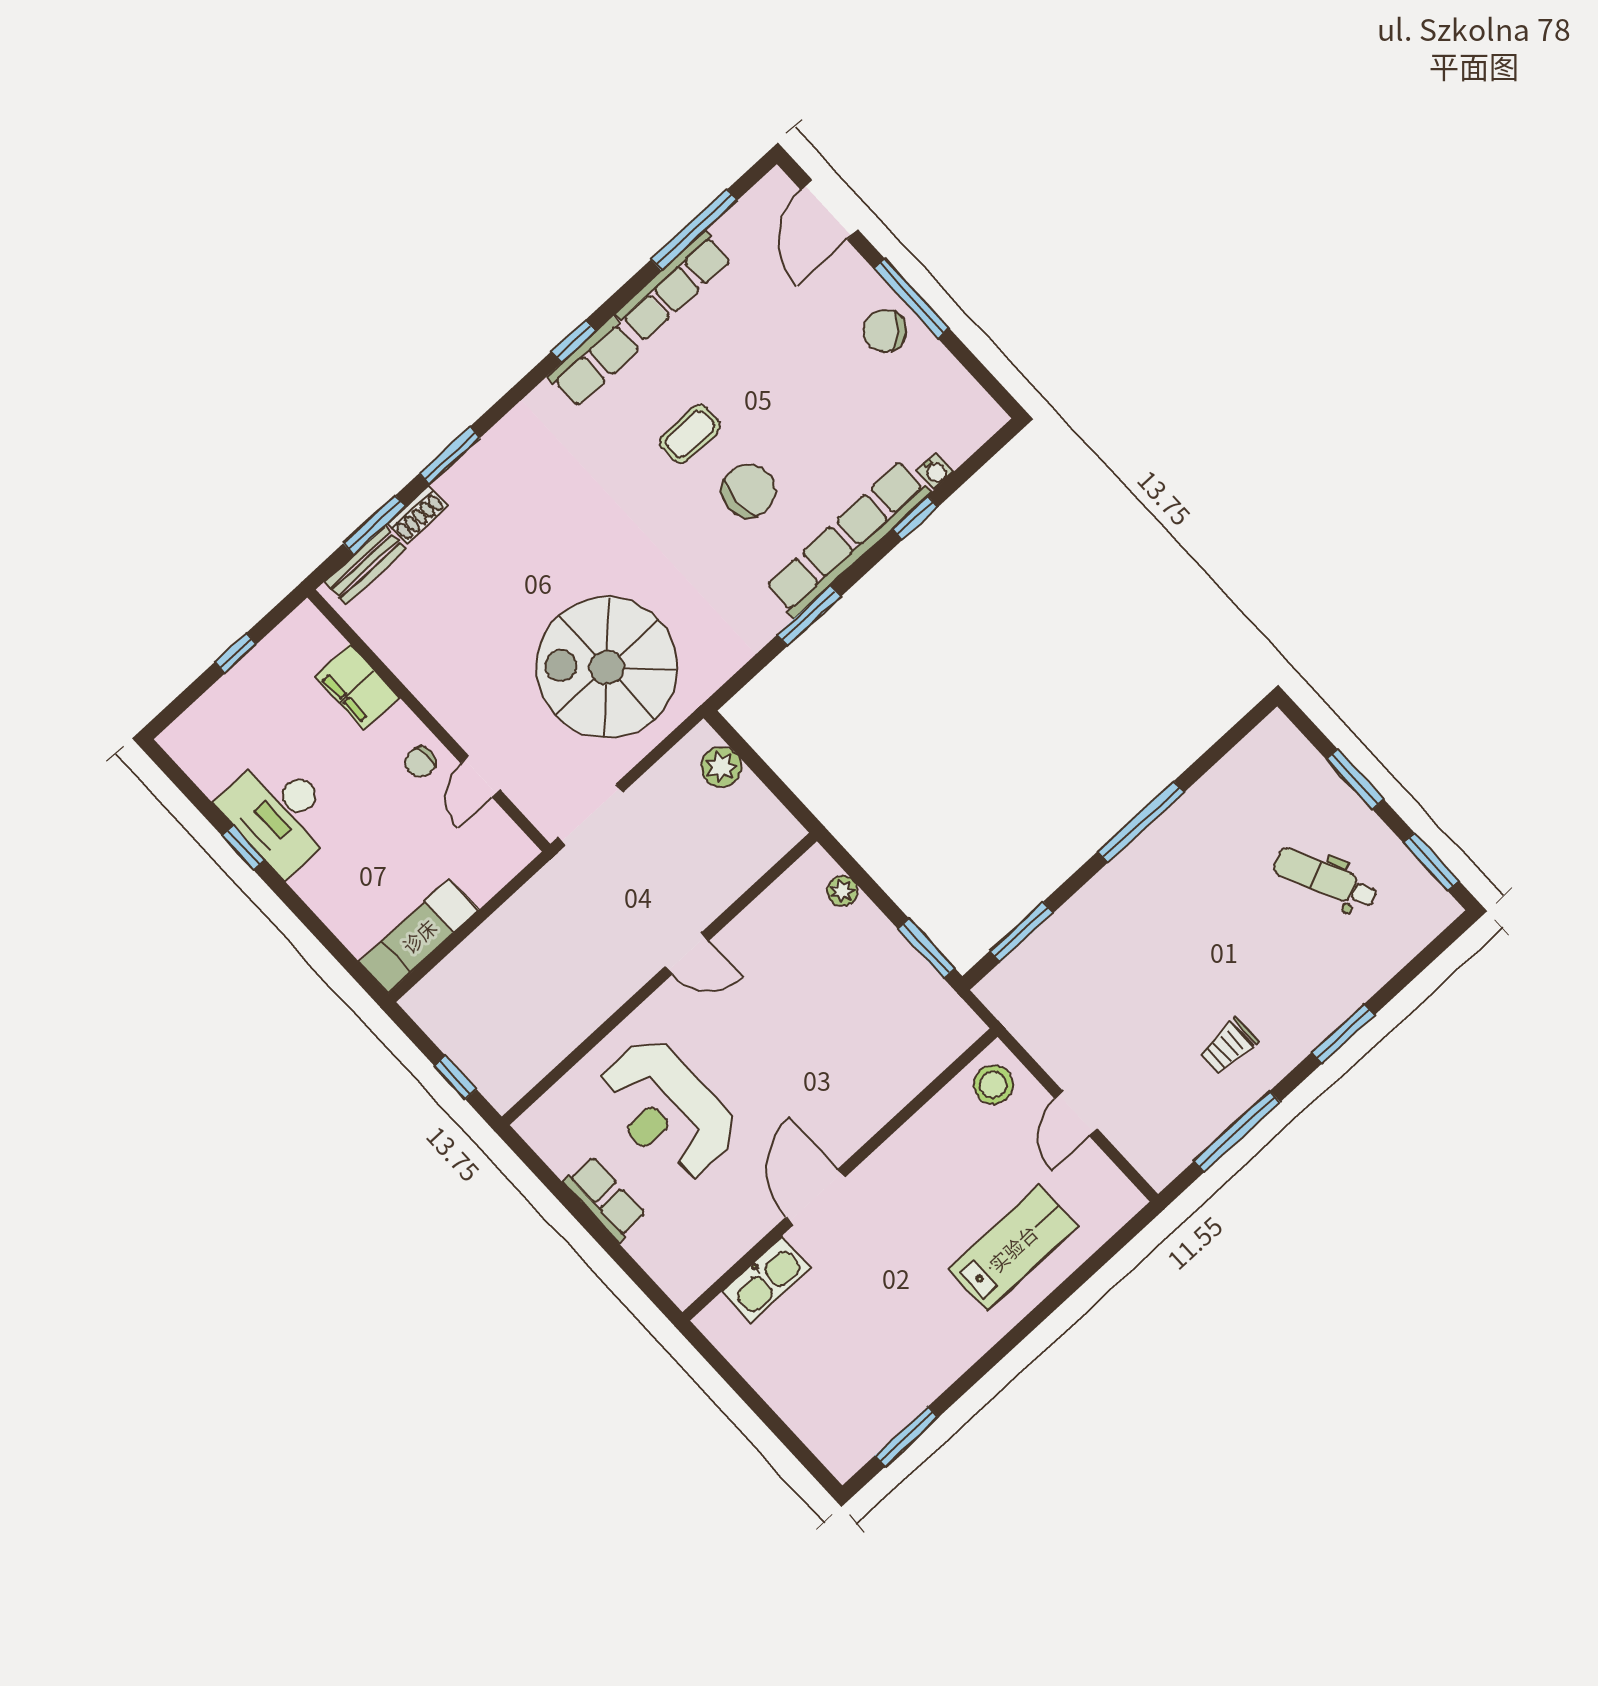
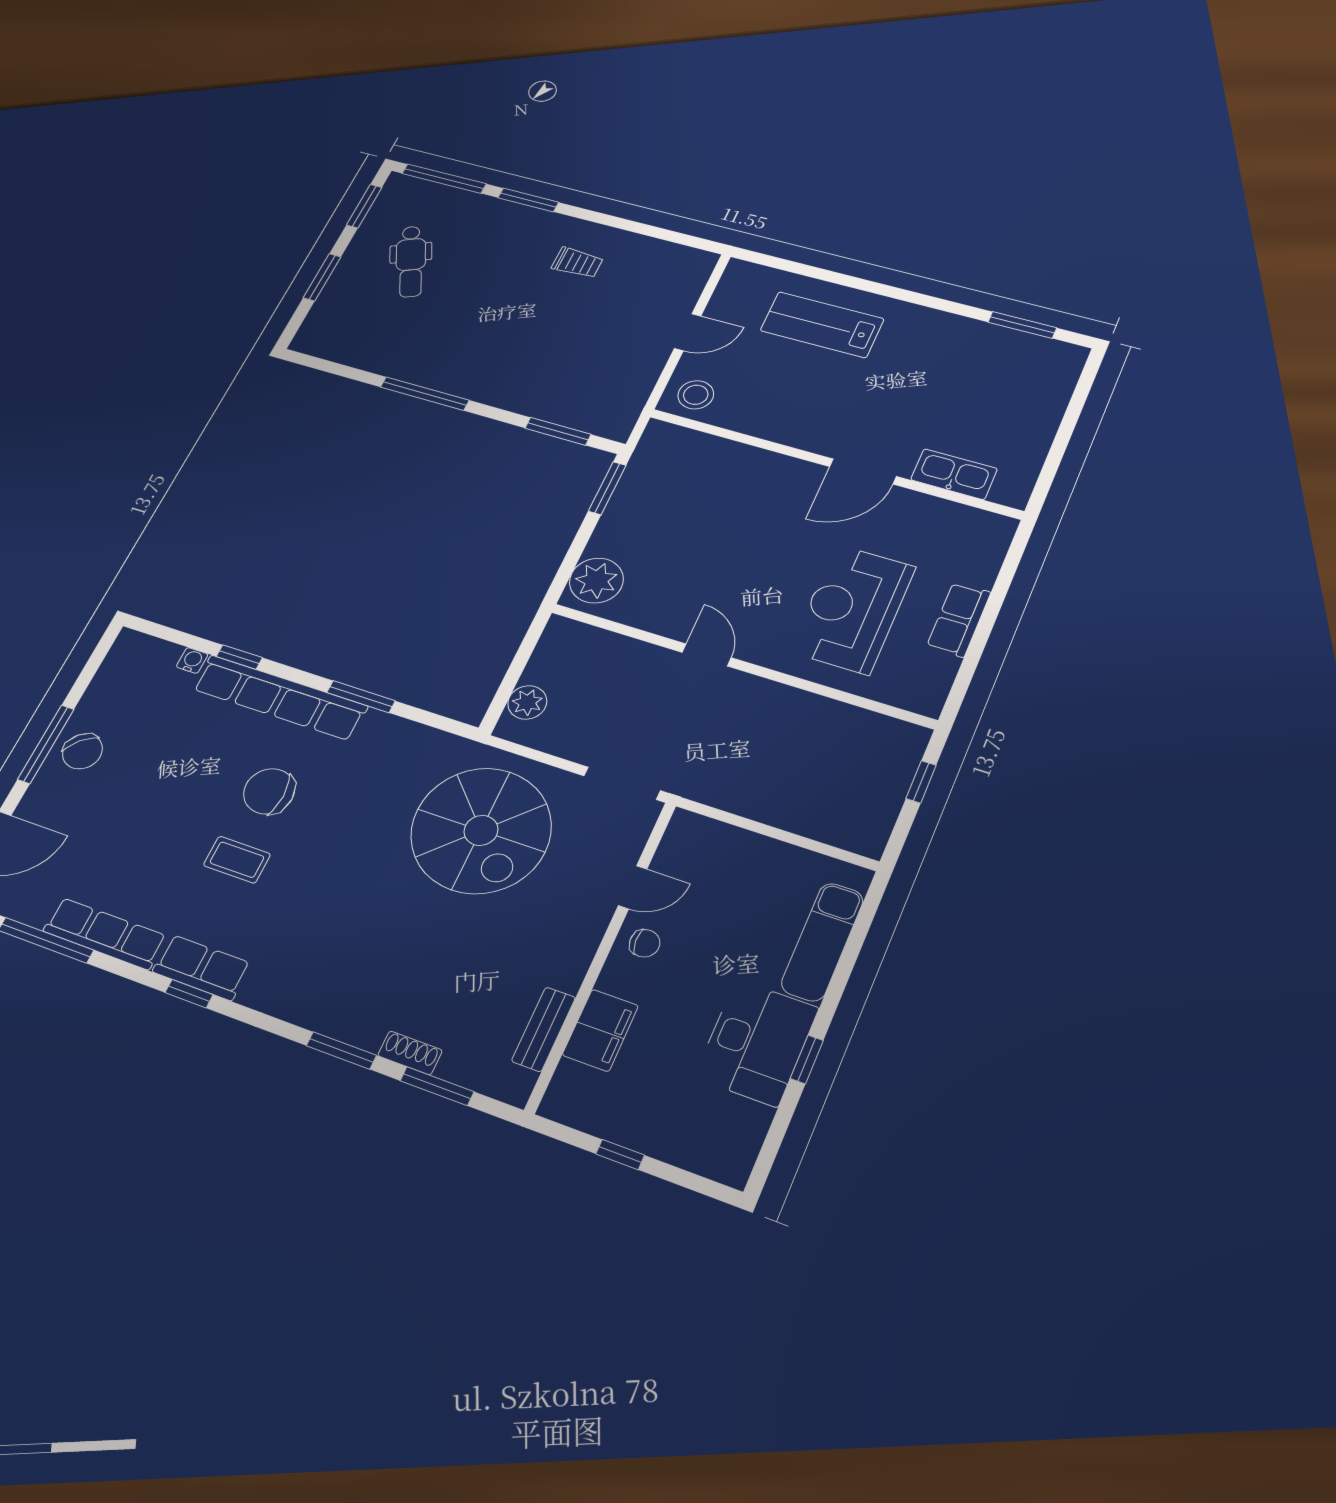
bench: (365, 565) -> (543, 1029), moved, turned 90
plant: (842, 891) -> (596, 581), width x1.88, depth x1.88
exam couch: (419, 936) -> (822, 942), moved, turned 90
reception desk: (667, 1110) -> (853, 609), turned 180
window: (1237, 1132) -> (444, 179), moved

